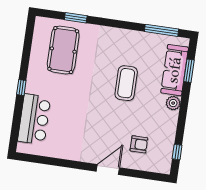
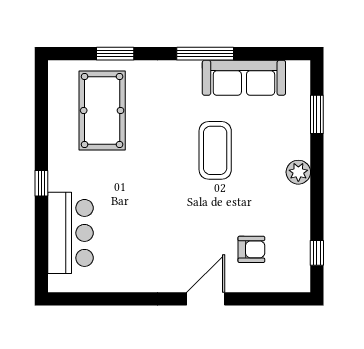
window: (162, 30) -> (205, 54), moved
sofa: (175, 70) -> (244, 78), moved, turned -90

